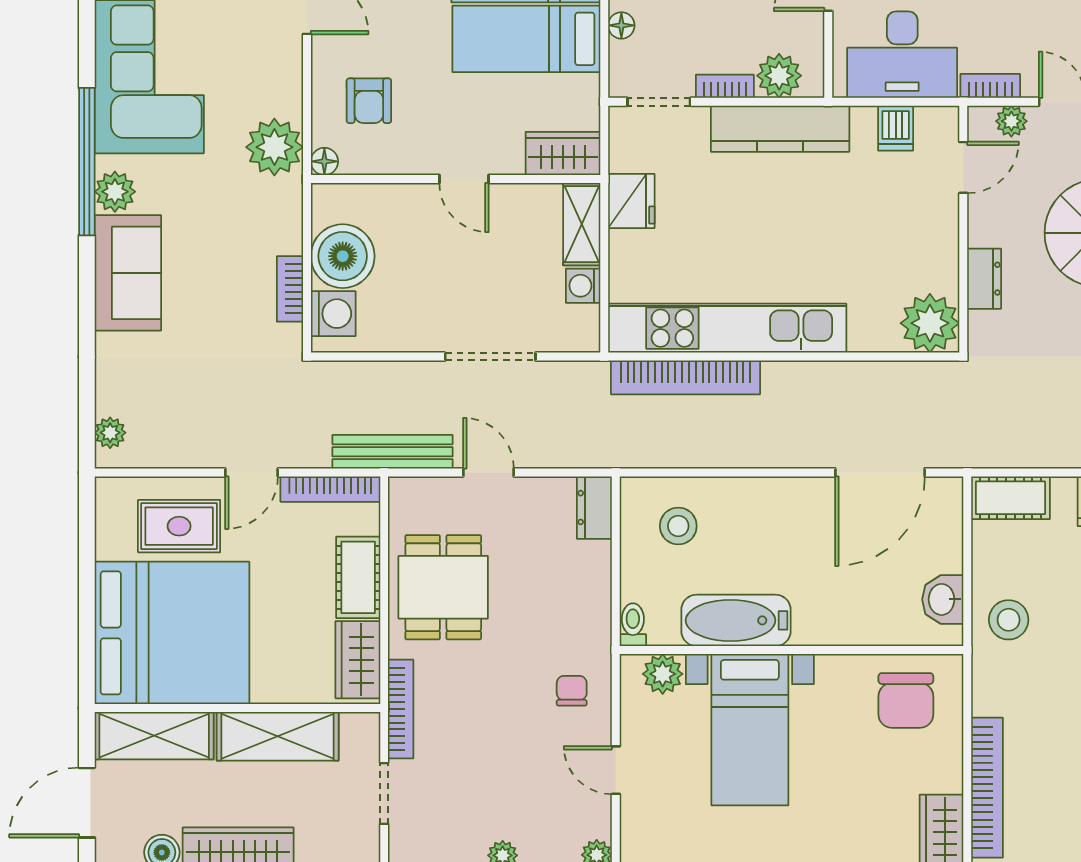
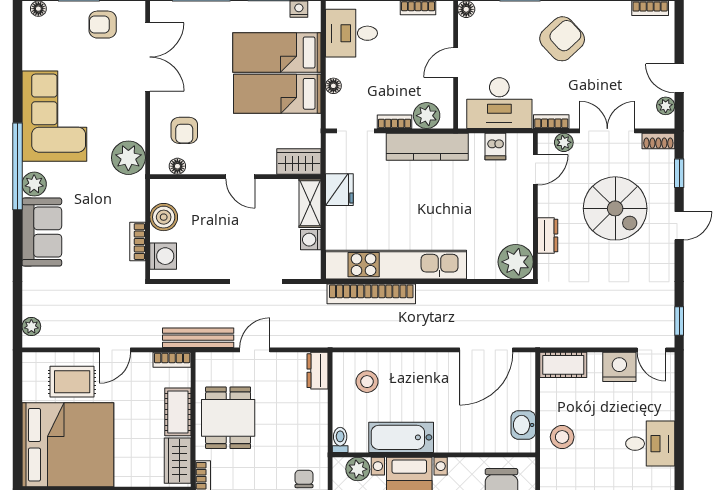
floor lamp: (324, 161) -> (177, 166), moved
boiler: (343, 256) -> (164, 217), width x0.73, depth x0.73
door: (488, 472) -> (255, 350), hinge flipped
bookcase: (330, 489) -> (172, 360), width x0.64

